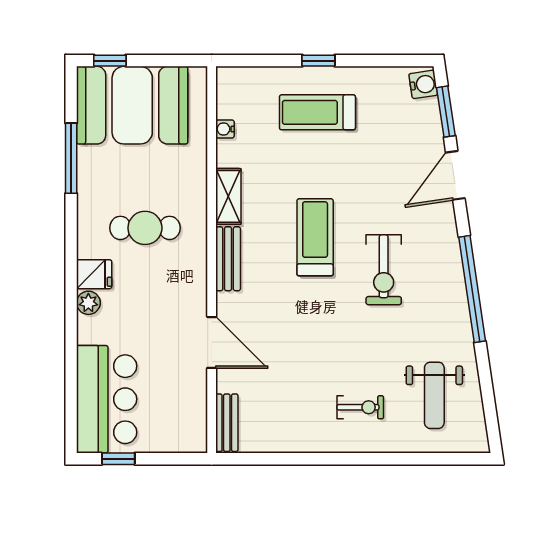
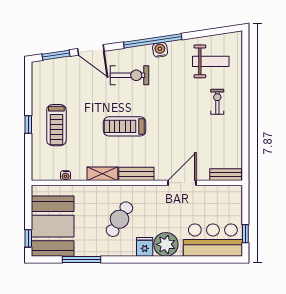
water cooler: (423, 84) -> (160, 50), moved
cafe table: (145, 228) -> (119, 219), turned 31
exercise bike: (384, 270) -> (129, 75), moved
plant: (88, 303) -> (166, 244), width x1.87, depth x1.87

